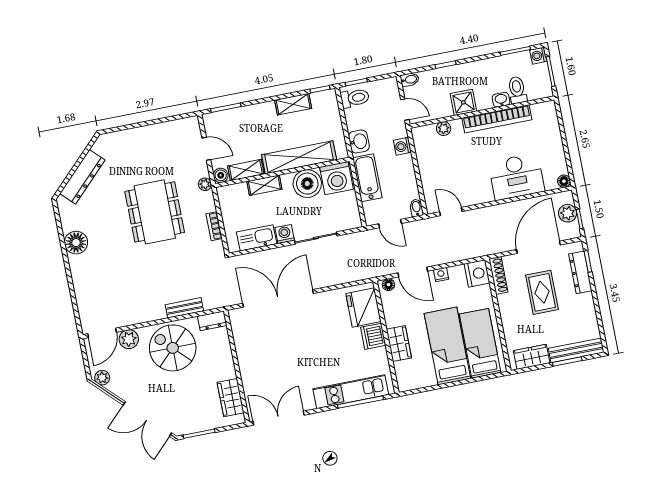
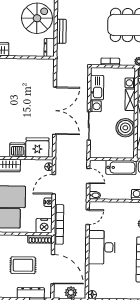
desk: (516, 177) -> (102, 247), moved
washing machine: (337, 178) -> (130, 83), moved, width x0.53, depth x0.53
door: (390, 224) -> (88, 176), swing flipped
bookcase: (471, 252) -> (59, 224), added
double door: (278, 298) -> (55, 111), moved

